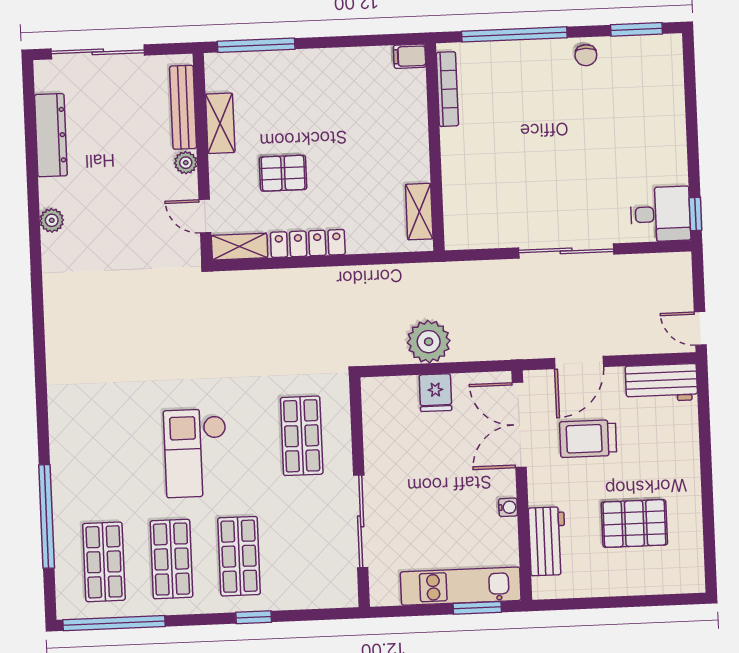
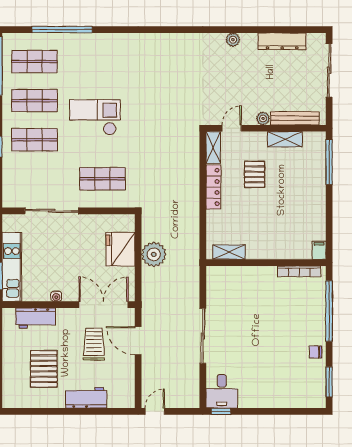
workbench: (661, 383) -> (86, 398), moved, turned 90
fridge: (435, 393) -> (121, 249), width x1.88, depth x1.34

